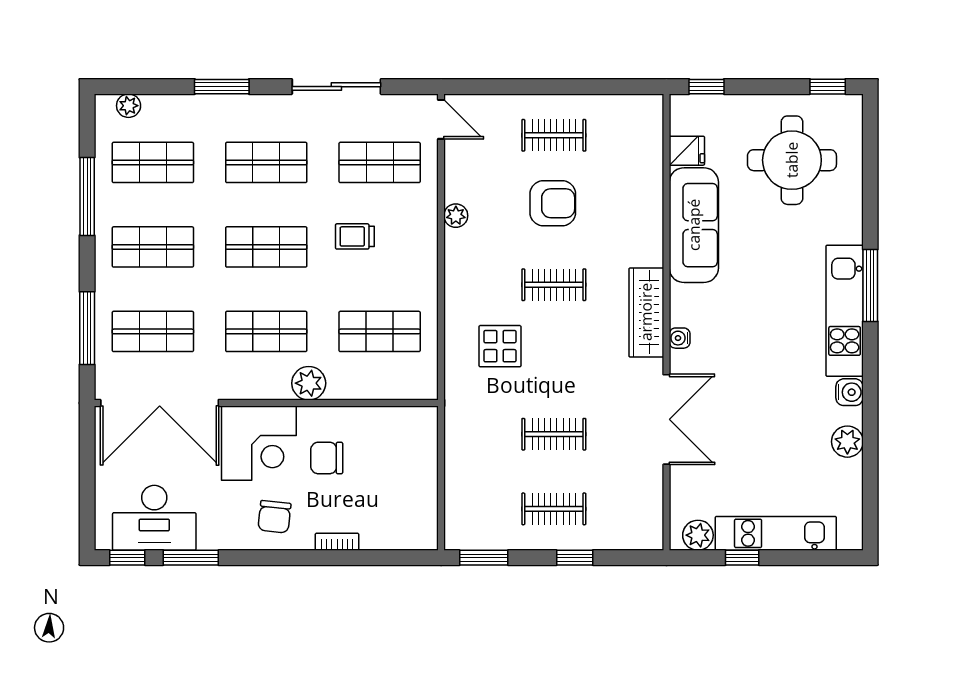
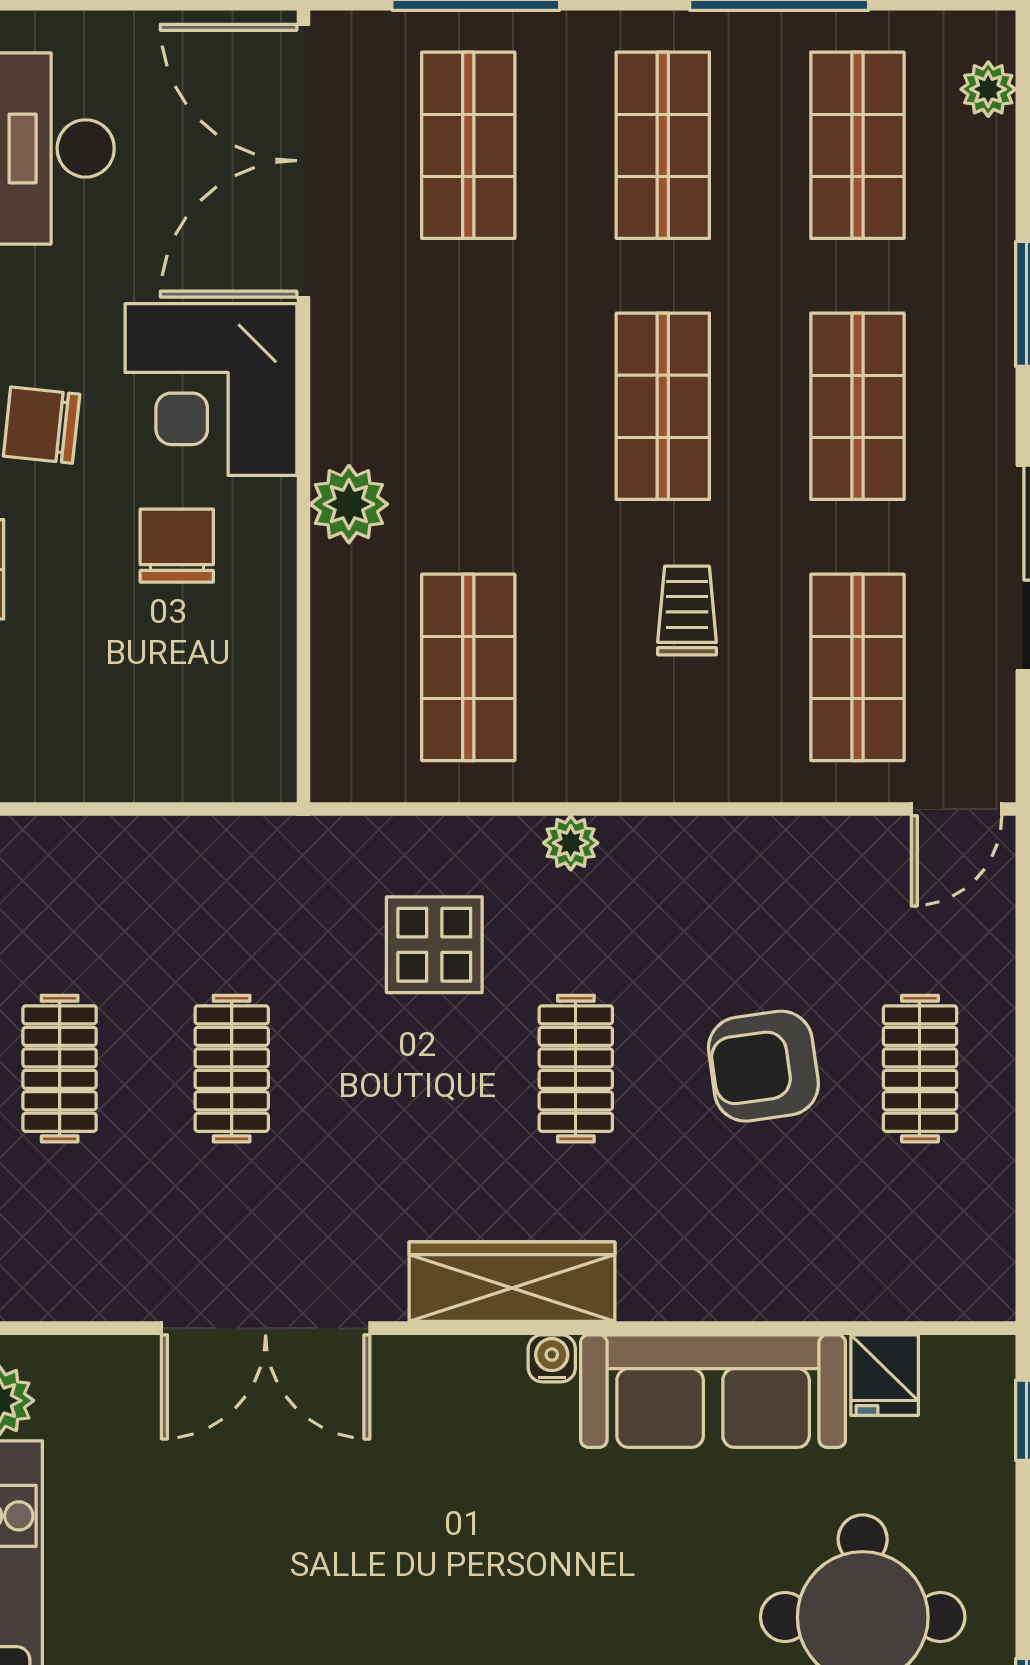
armchair: (553, 203) -> (763, 1066), turned 82
plant: (456, 216) -> (571, 843), moved
shop shelf: (266, 331) -> (468, 406), removed
water cooler: (680, 338) -> (552, 1358), moved

